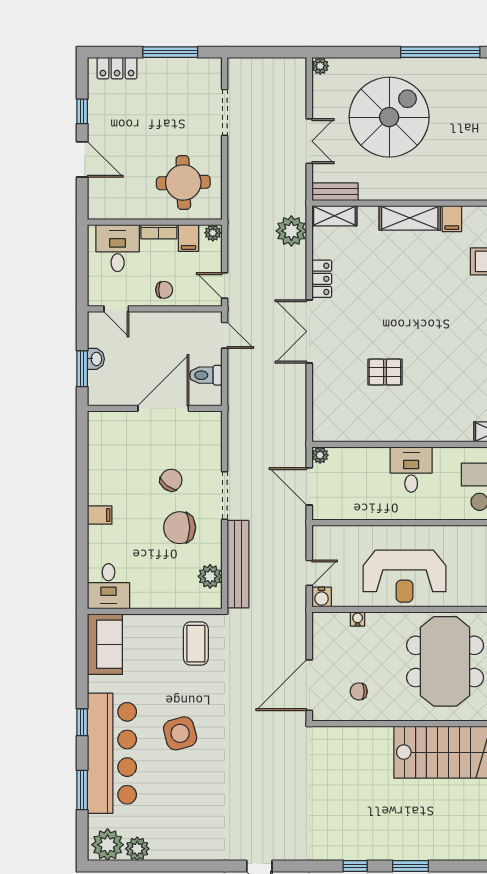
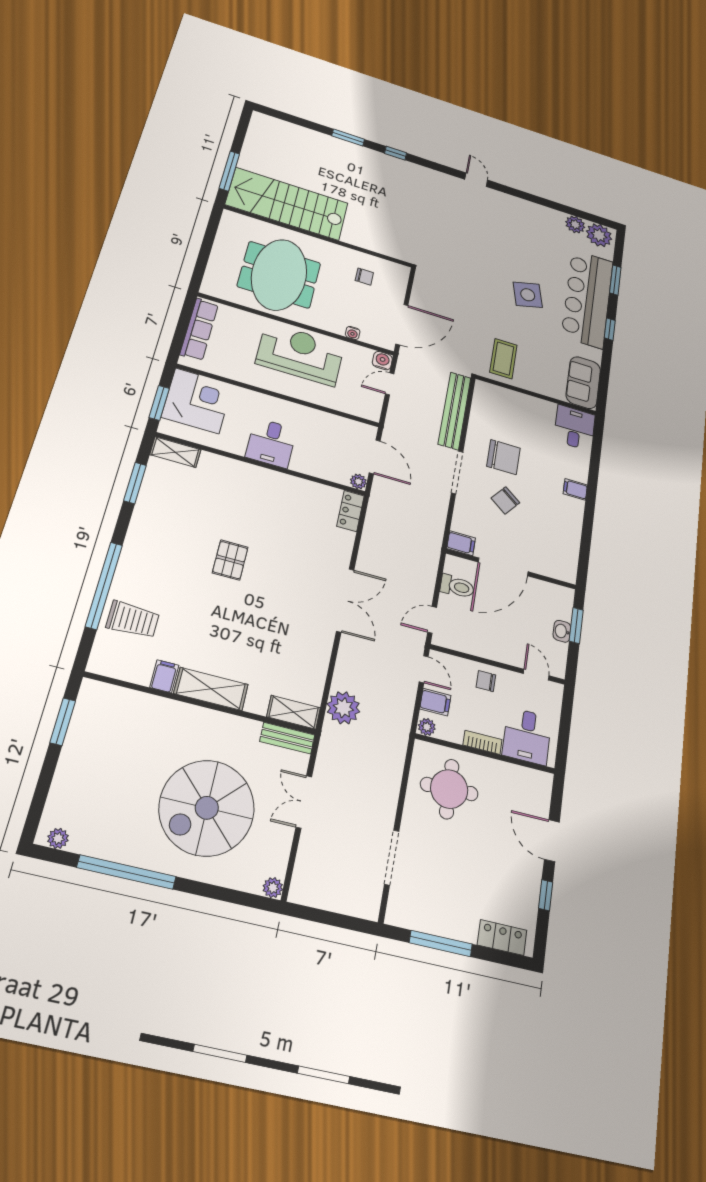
filing cabinet: (189, 238) -> (435, 702), moved, turned 90
locker: (322, 279) -> (350, 511), moved
door: (225, 335) -> (432, 620), hinge flipped
pallet: (385, 372) -> (230, 560), moved, turned 90
filing cabinet: (209, 421) -> (461, 543), added
plant: (210, 576) -> (482, 408), removed
door: (309, 685) -> (402, 325), moved

